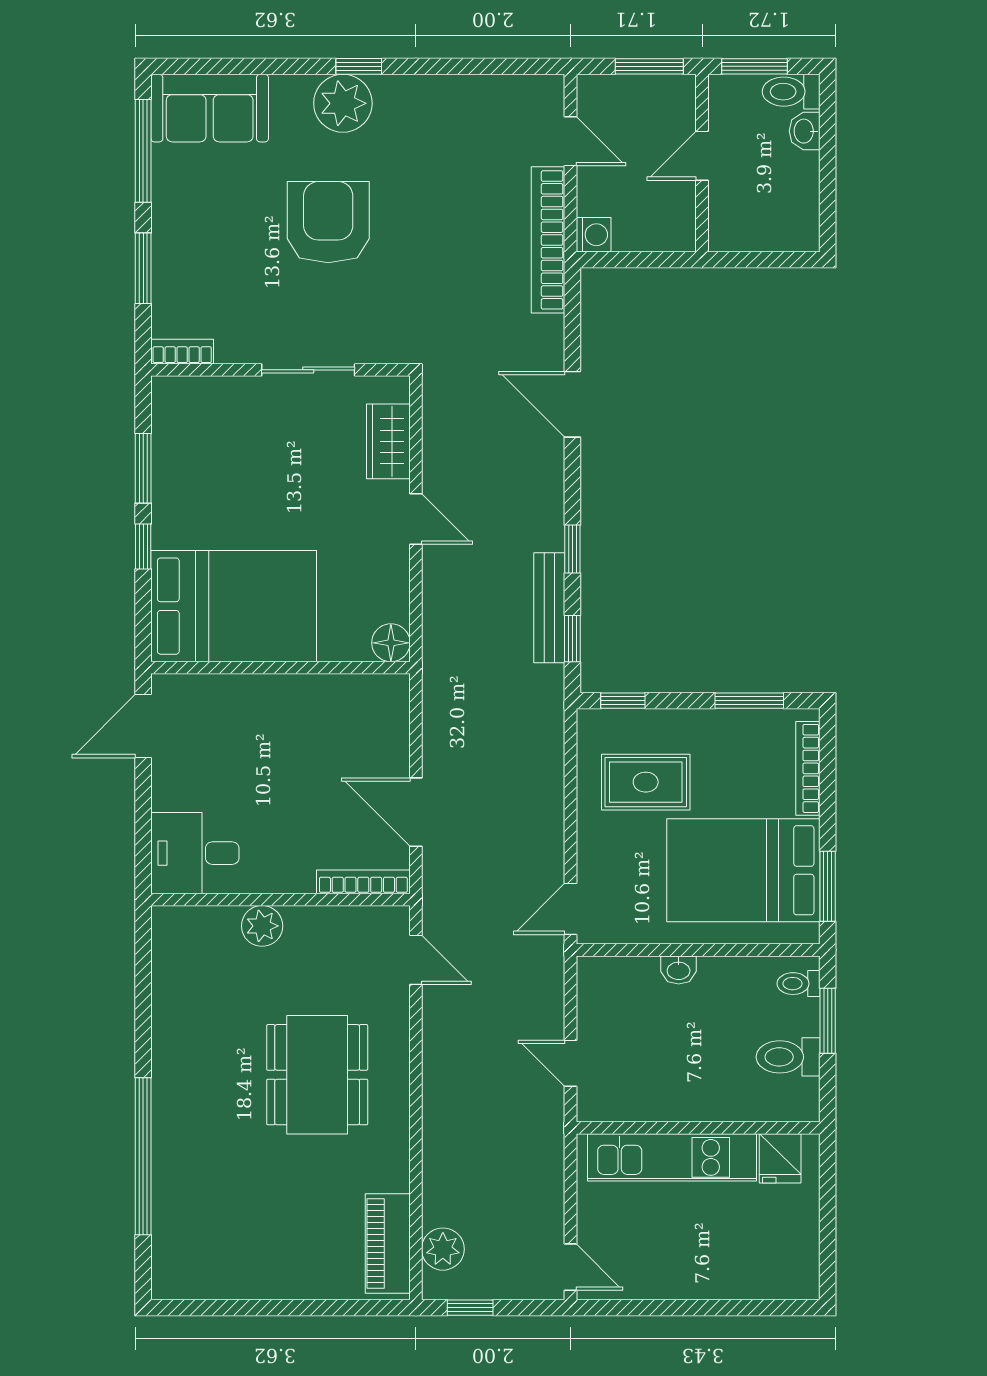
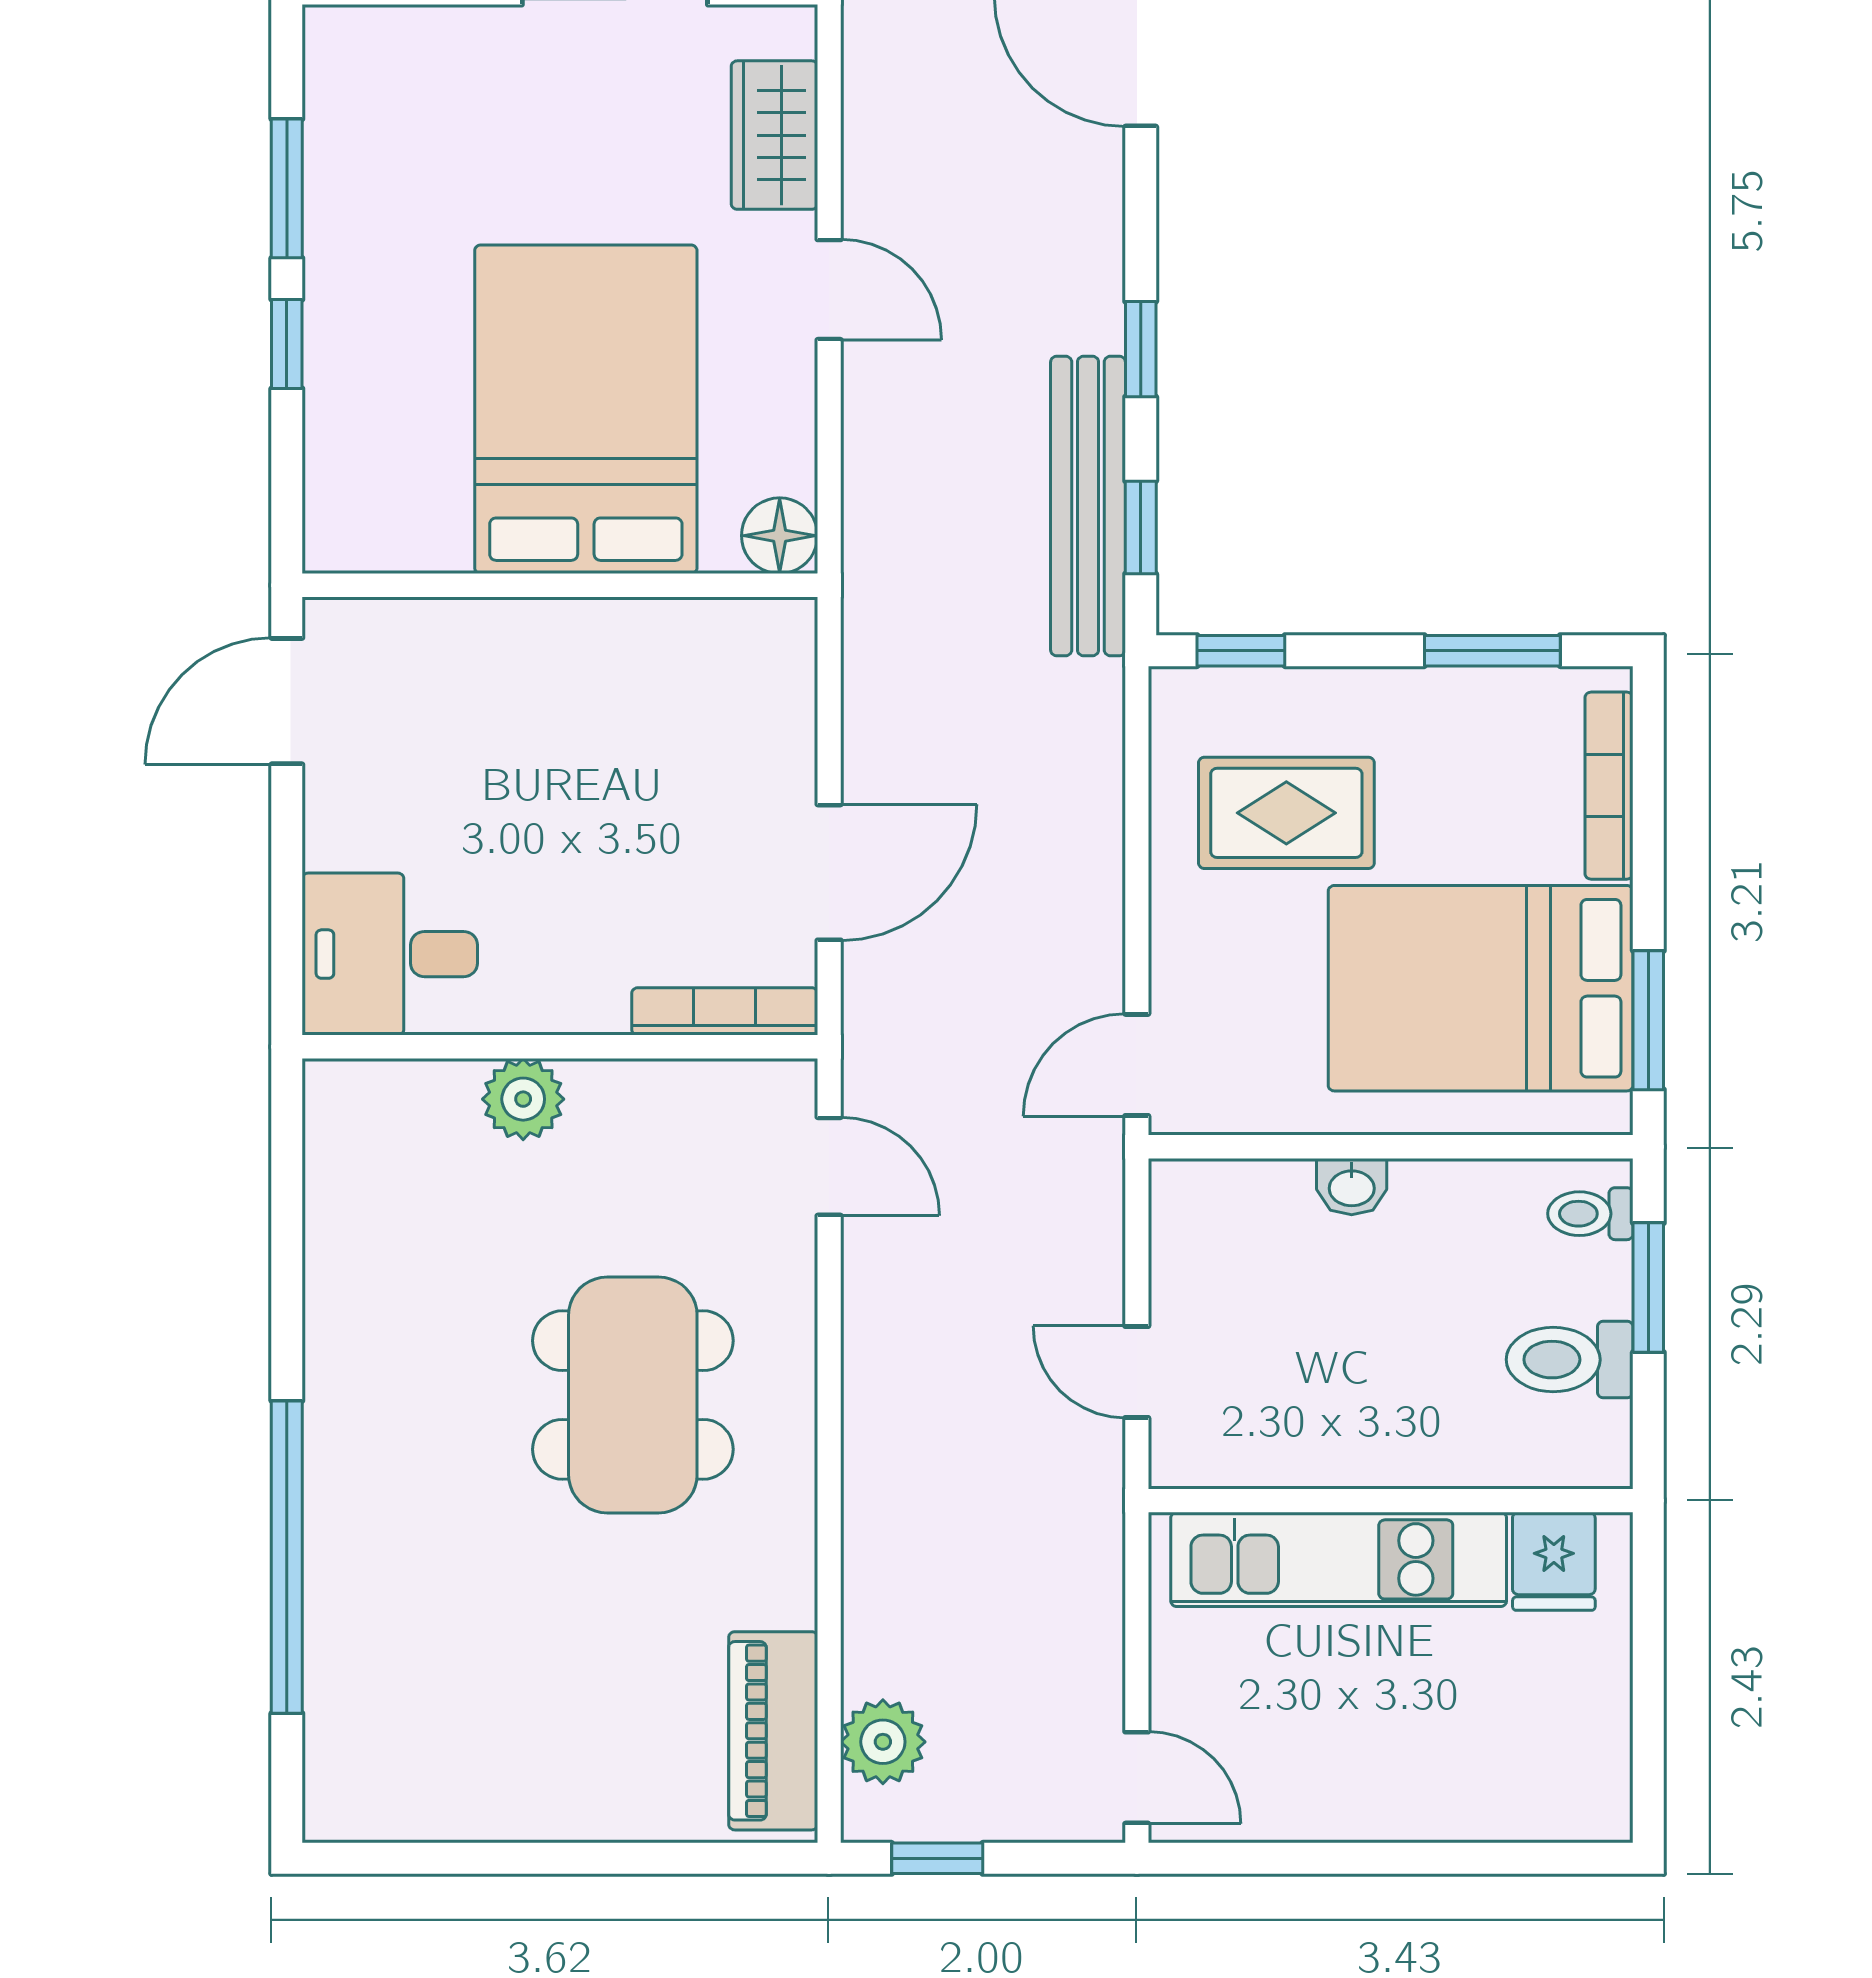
bed: (234, 606) -> (586, 409), moved, turned -90
bench: (549, 608) -> (1088, 506), width x1.37, depth x1.21
door: (416, 812) -> (829, 872), swing flipped

